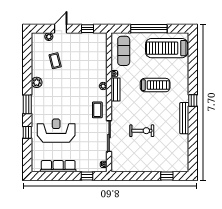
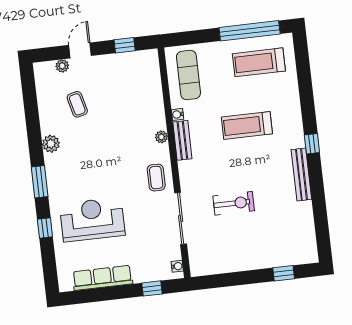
window: (149, 29) -> (250, 31), moved
treadmill: (167, 48) -> (259, 62), width x0.73, depth x0.73
treadmill: (155, 85) -> (247, 125), turned 180

